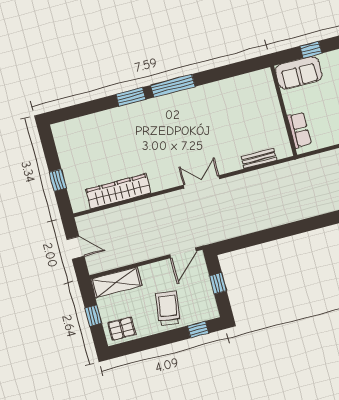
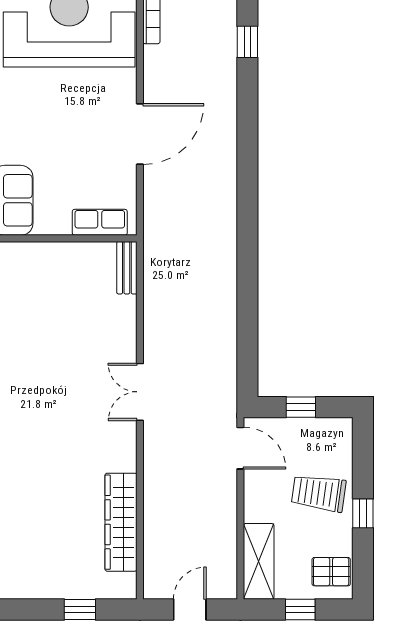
bench: (259, 158) -> (127, 268), moved
pallet: (122, 329) -> (331, 572), turned 90
window: (198, 329) -> (363, 513), moved

